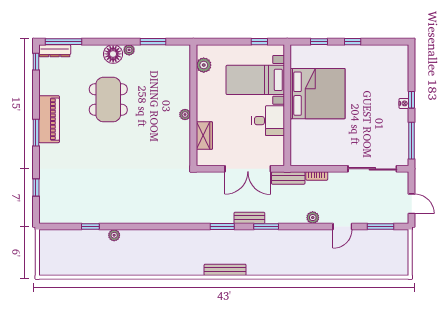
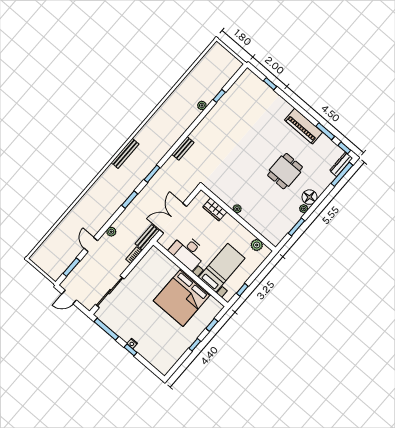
dining table: (108, 100) -> (285, 171), width x0.73
desk: (268, 121) -> (188, 252), width x1.37
window: (36, 133) -> (325, 131), moved
bench: (249, 218) -> (183, 148), moved

